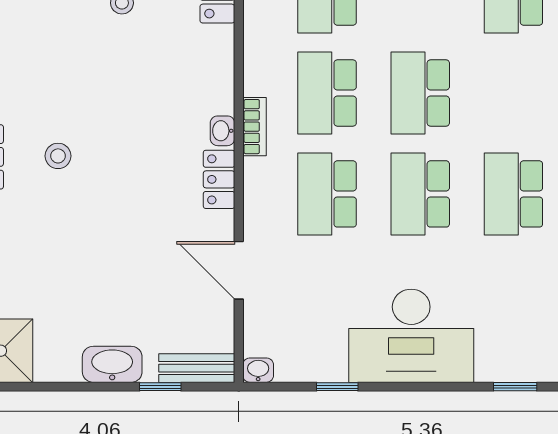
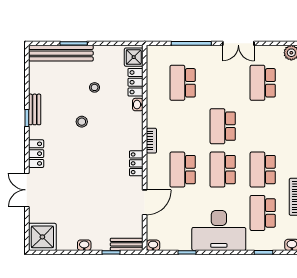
school desk: (327, 93) -> (263, 213), moved
washbasin: (222, 131) -> (138, 105), moved
stool: (58, 156) -> (82, 122), moved
door: (239, 270) -> (145, 202), swing flipped
washbasin: (112, 364) -> (84, 245), width x0.52, depth x0.69

